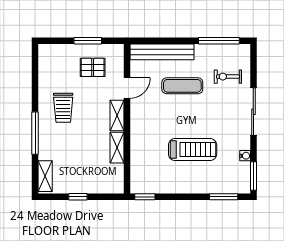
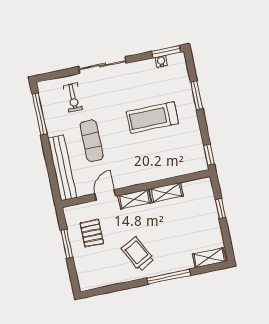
door: (127, 88) -> (105, 195), hinge flipped
trolley: (63, 108) -> (138, 254), turned -118
treadmill: (193, 150) -> (152, 117), turned -90
water cooler: (245, 156) -> (161, 61), moved
window: (78, 197) -> (220, 209), moved
window: (224, 197) -> (197, 95), moved

